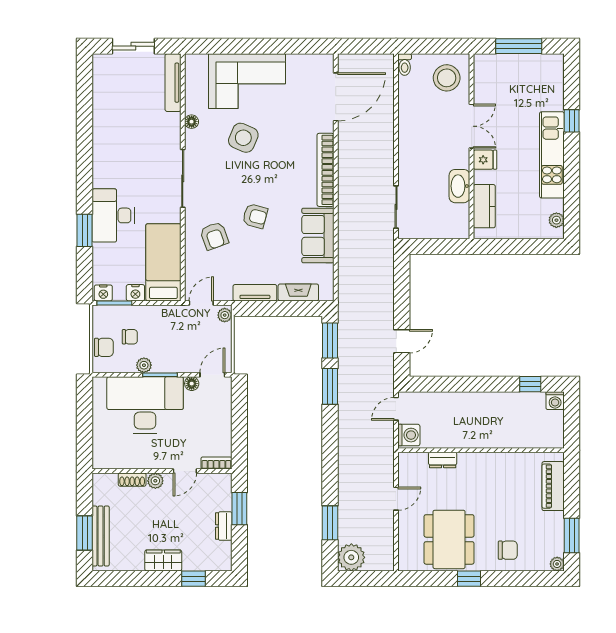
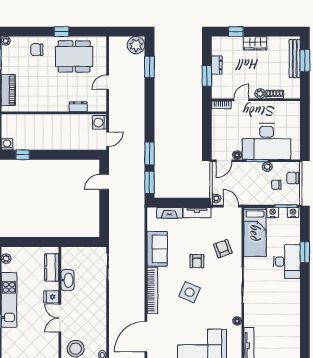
side table: (243, 138) -> (190, 292), moved
armchair: (255, 216) -> (197, 261), turned -105
door: (201, 303) -> (231, 206), swing flipped
dining table: (449, 539) -> (74, 56), turned 90

